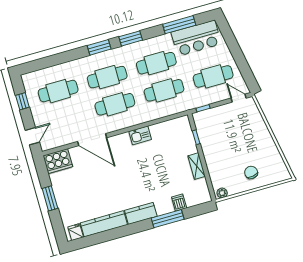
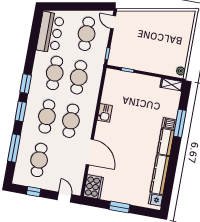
window: (179, 25) -> (14, 148), moved
door: (239, 98) -> (113, 22), hinge flipped
door: (92, 140) -> (90, 152), hinge flipped
shelving: (197, 166) -> (172, 85), moved
chair: (251, 172) -> (176, 41), removed
dishwasher: (179, 203) -> (169, 124), moved

